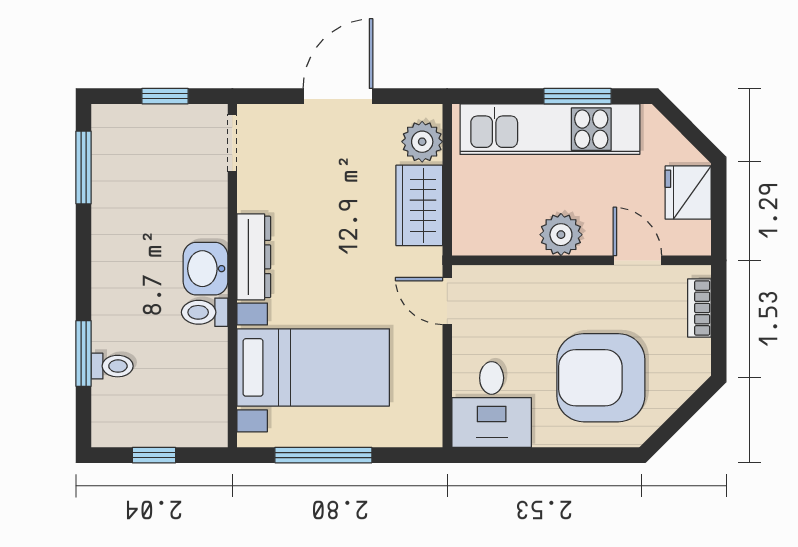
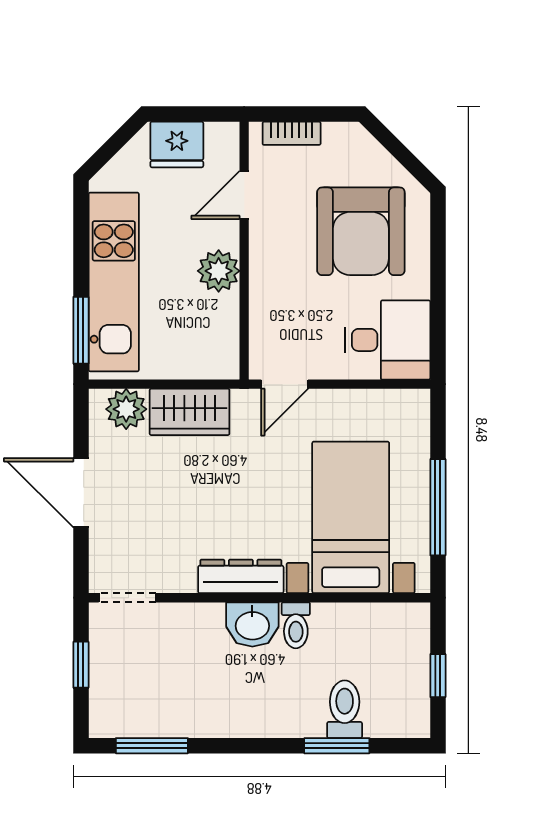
window: (578, 96) -> (81, 330), moved
toilet: (112, 366) -> (345, 709), width x1.37, depth x1.39

